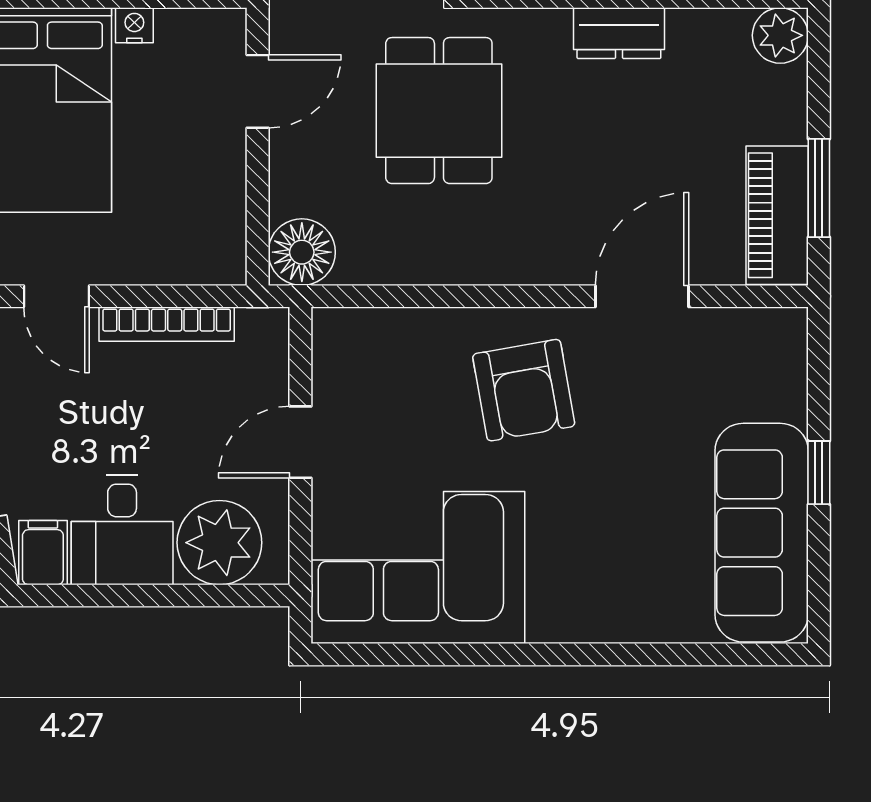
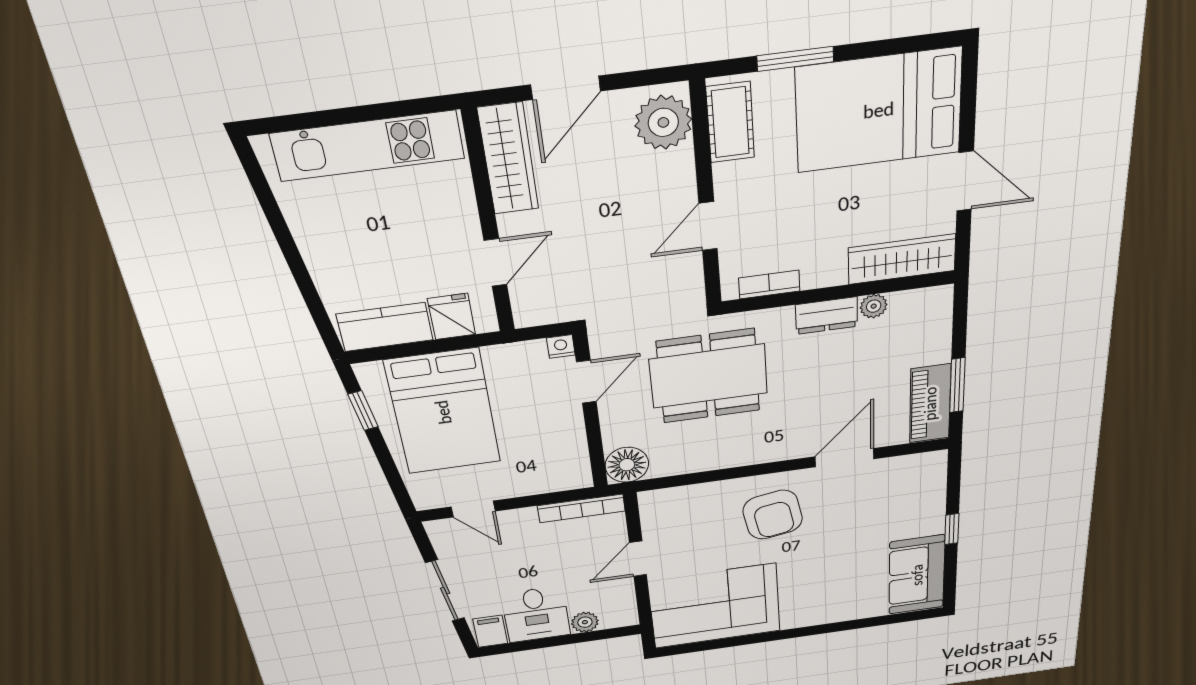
nightstand: (134, 25) -> (561, 346), moved
plant: (780, 35) -> (874, 306), moved, width x0.73, depth x0.73
dining table: (439, 111) -> (709, 376), width x1.38
bookcase: (167, 324) -> (581, 508), moved
sofa: (762, 533) -> (917, 575), width x0.73
plant: (219, 543) -> (585, 622), width x0.53, depth x0.53

